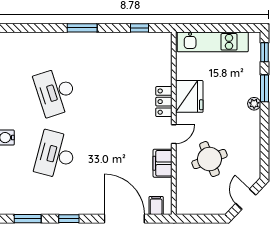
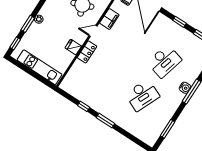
window: (140, 28) -> (84, 106), moved
desk: (56, 92) -> (142, 95), turned 42
fridge: (189, 96) -> (73, 47), width x0.53, depth x0.75

